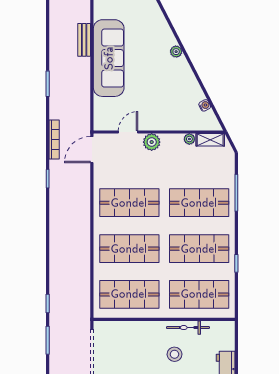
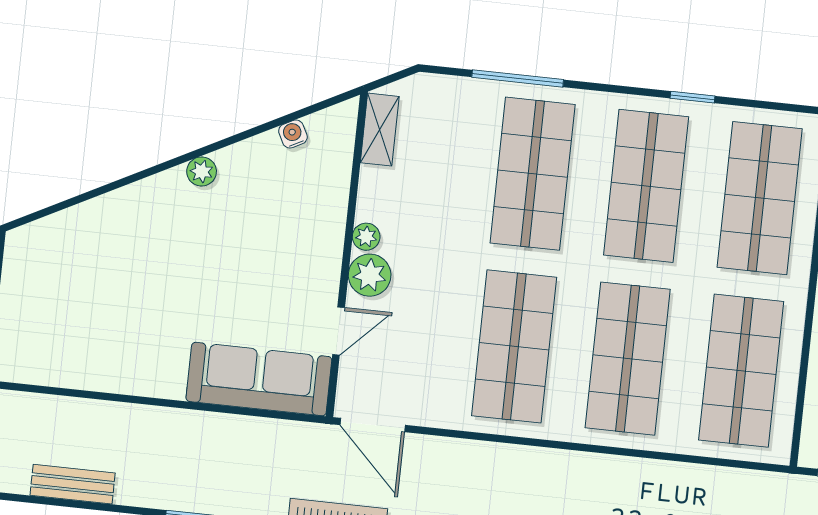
bench: (84, 40) -> (73, 484), moved
plant: (176, 52) -> (202, 171), moved
sofa: (109, 58) -> (259, 379), moved, width x0.74, depth x0.79
door: (128, 132) -> (339, 331), swing flipped
plant: (189, 139) -> (366, 237), moved

